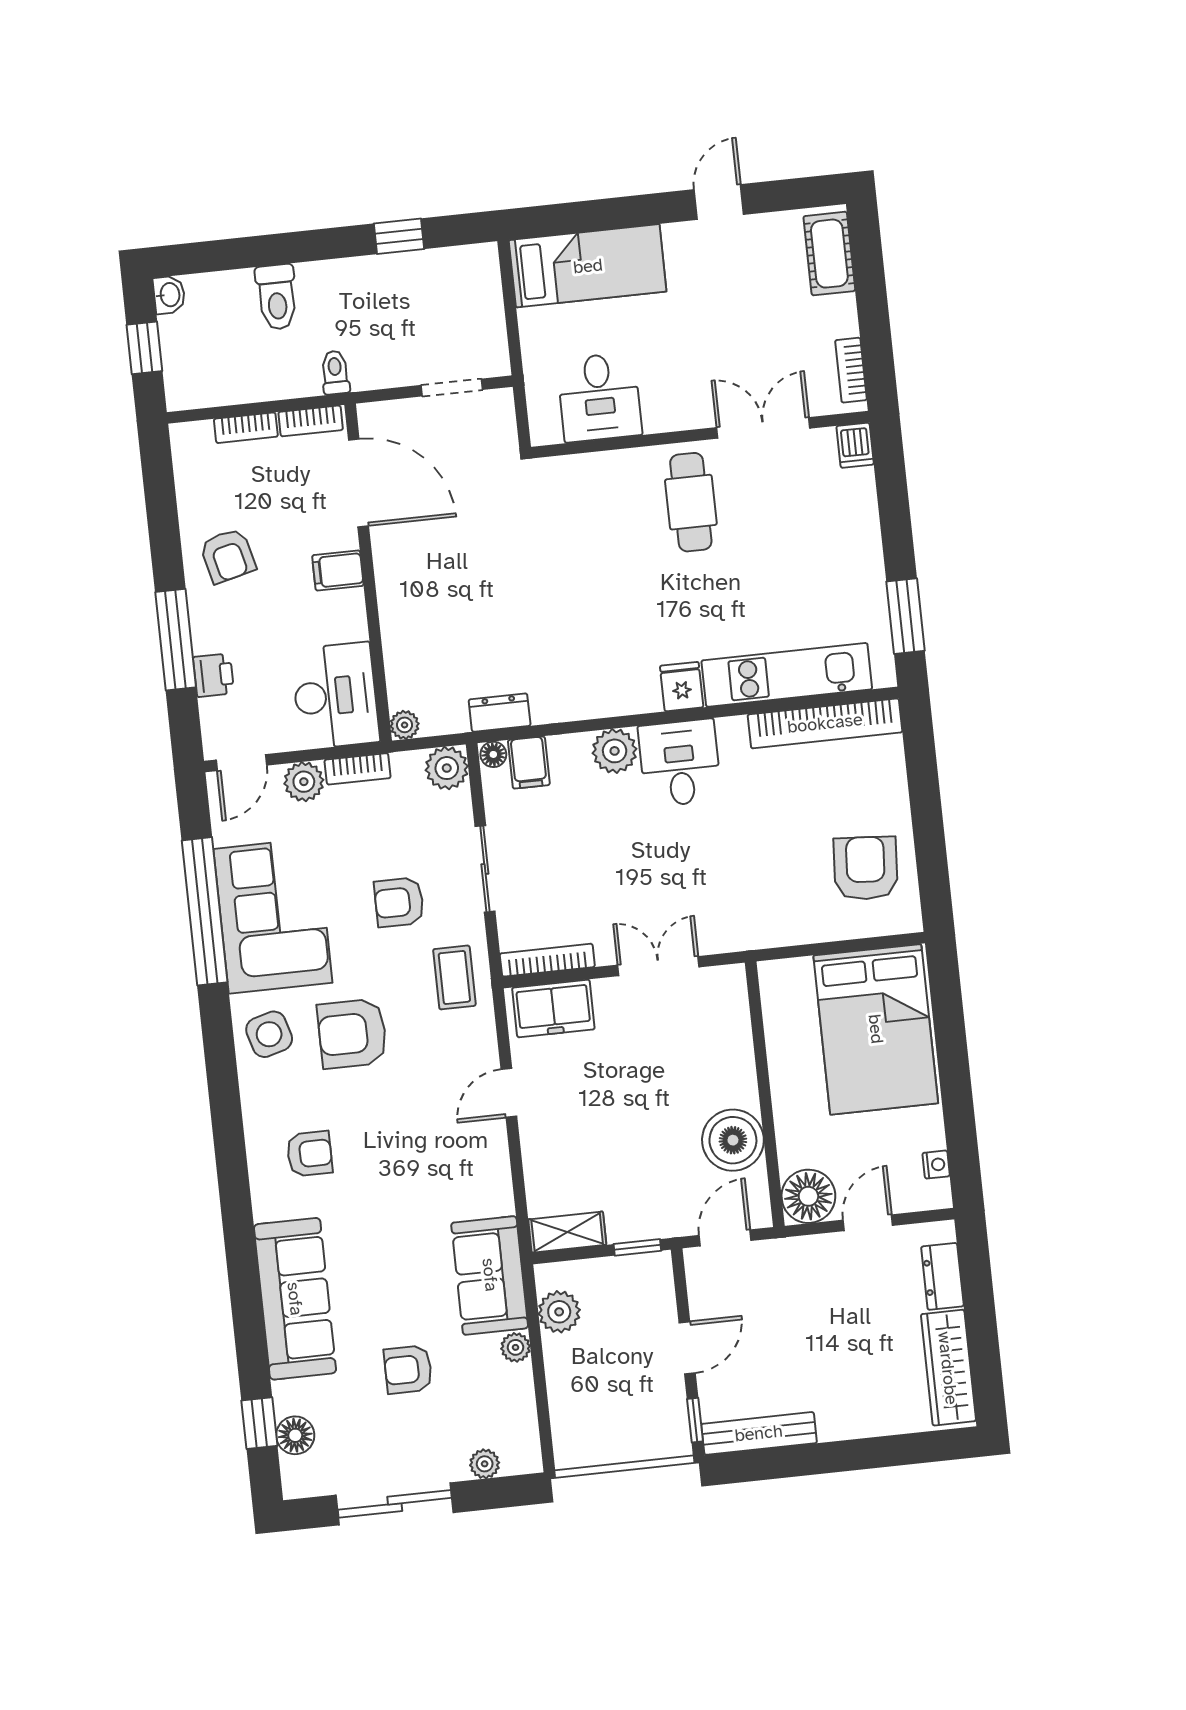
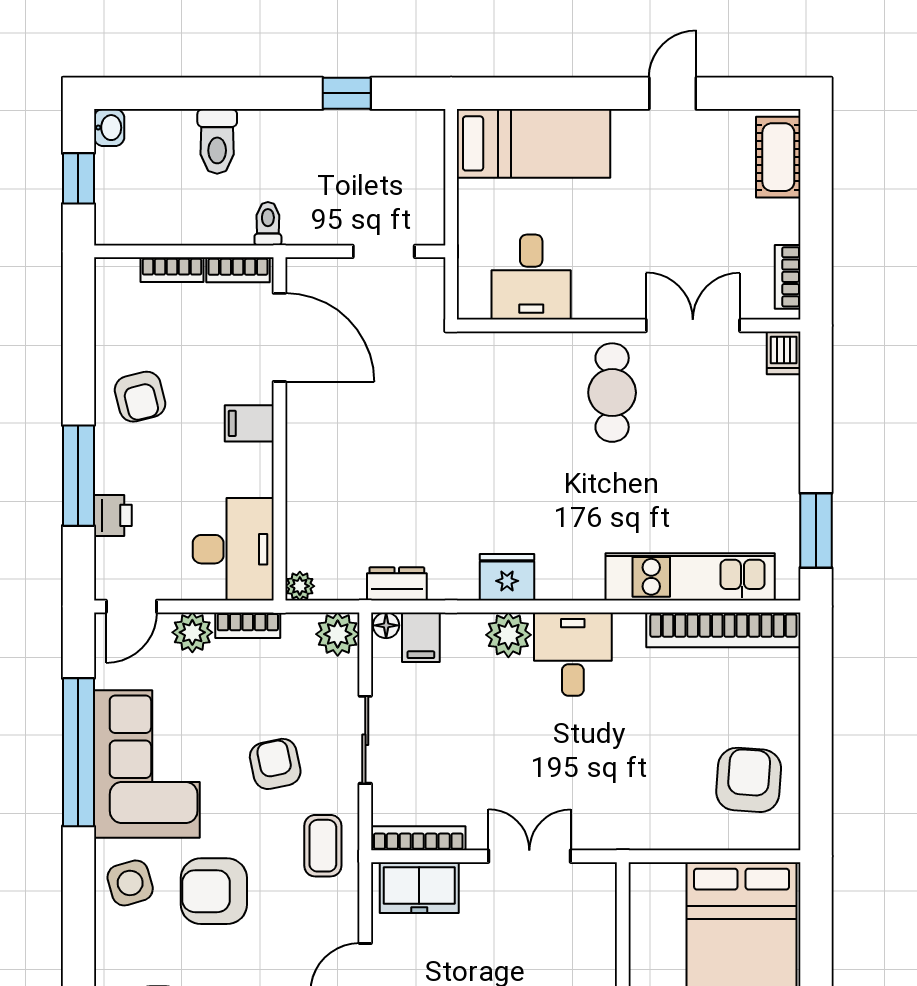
fridge: (682, 687) -> (507, 577), moved, width x1.38
armchair: (399, 902) -> (275, 764), turned 78

